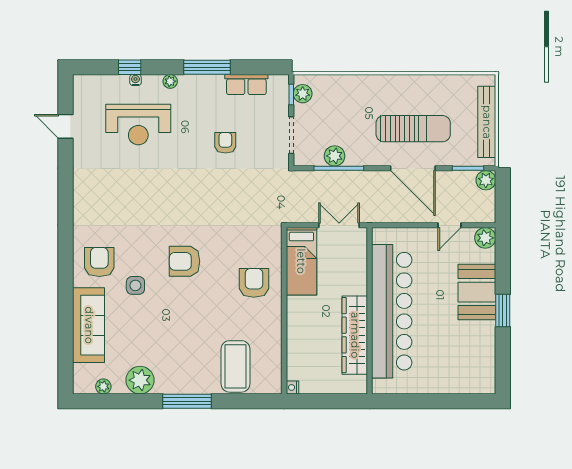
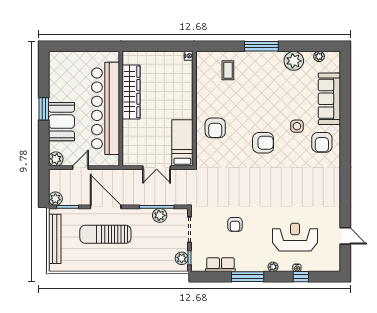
wall: (370, 311) -> (121, 109), moved
bar counter: (392, 311) -> (106, 108), moved
wardrobe: (355, 335) -> (131, 92), moved
coffee table: (235, 366) -> (228, 70), width x0.54, depth x0.58

